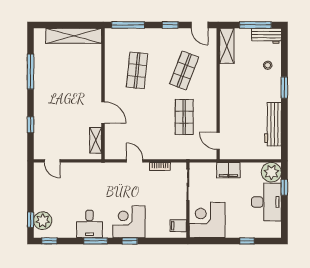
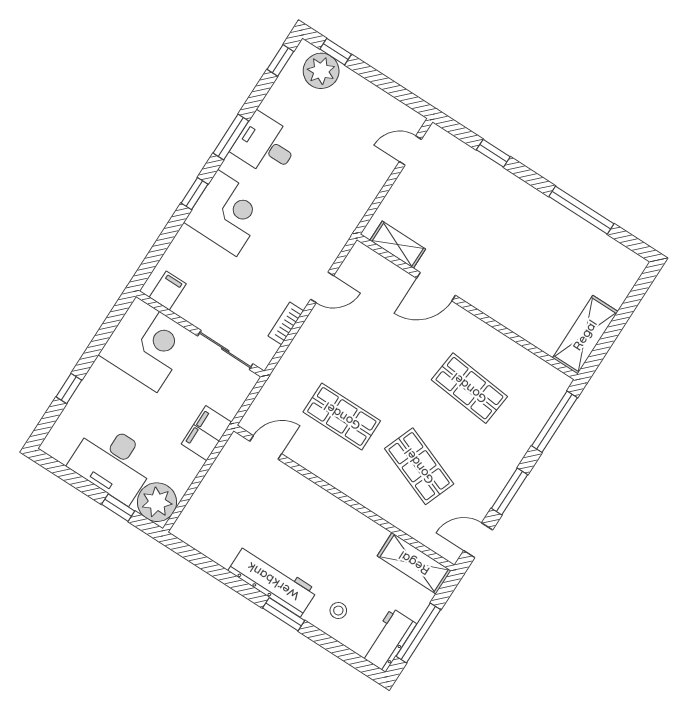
window: (170, 25) -> (509, 491), width x1.50
shelving: (74, 36) -> (585, 335), width x0.68
workbench: (273, 124) -> (273, 581), moved

